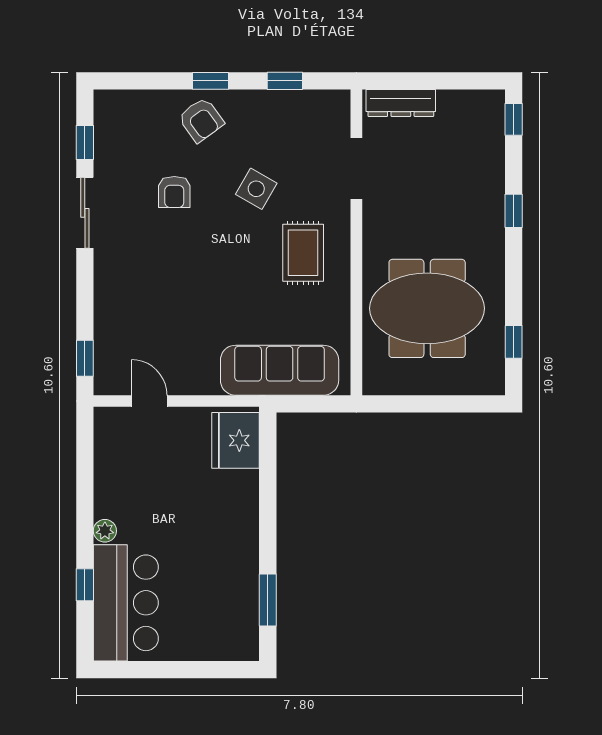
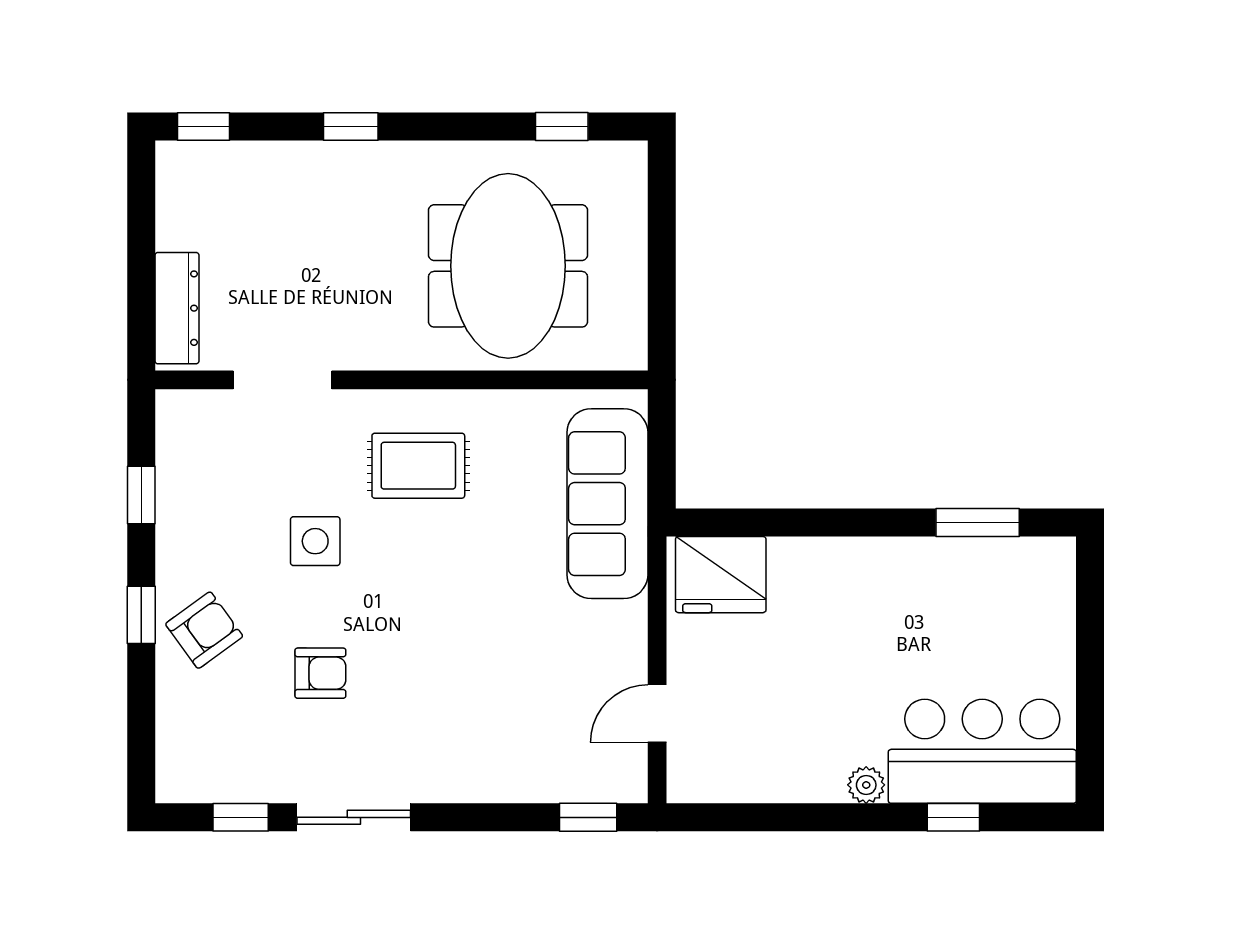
side table: (256, 189) -> (315, 541), turned -30

